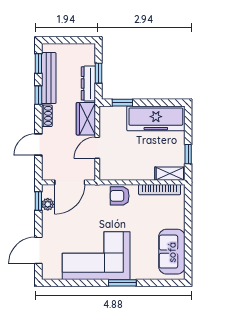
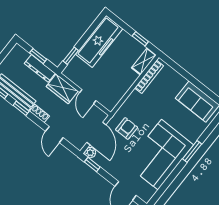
armchair: (120, 196) -> (127, 128), moved, turned 180
plant: (48, 204) -> (90, 153), moved

